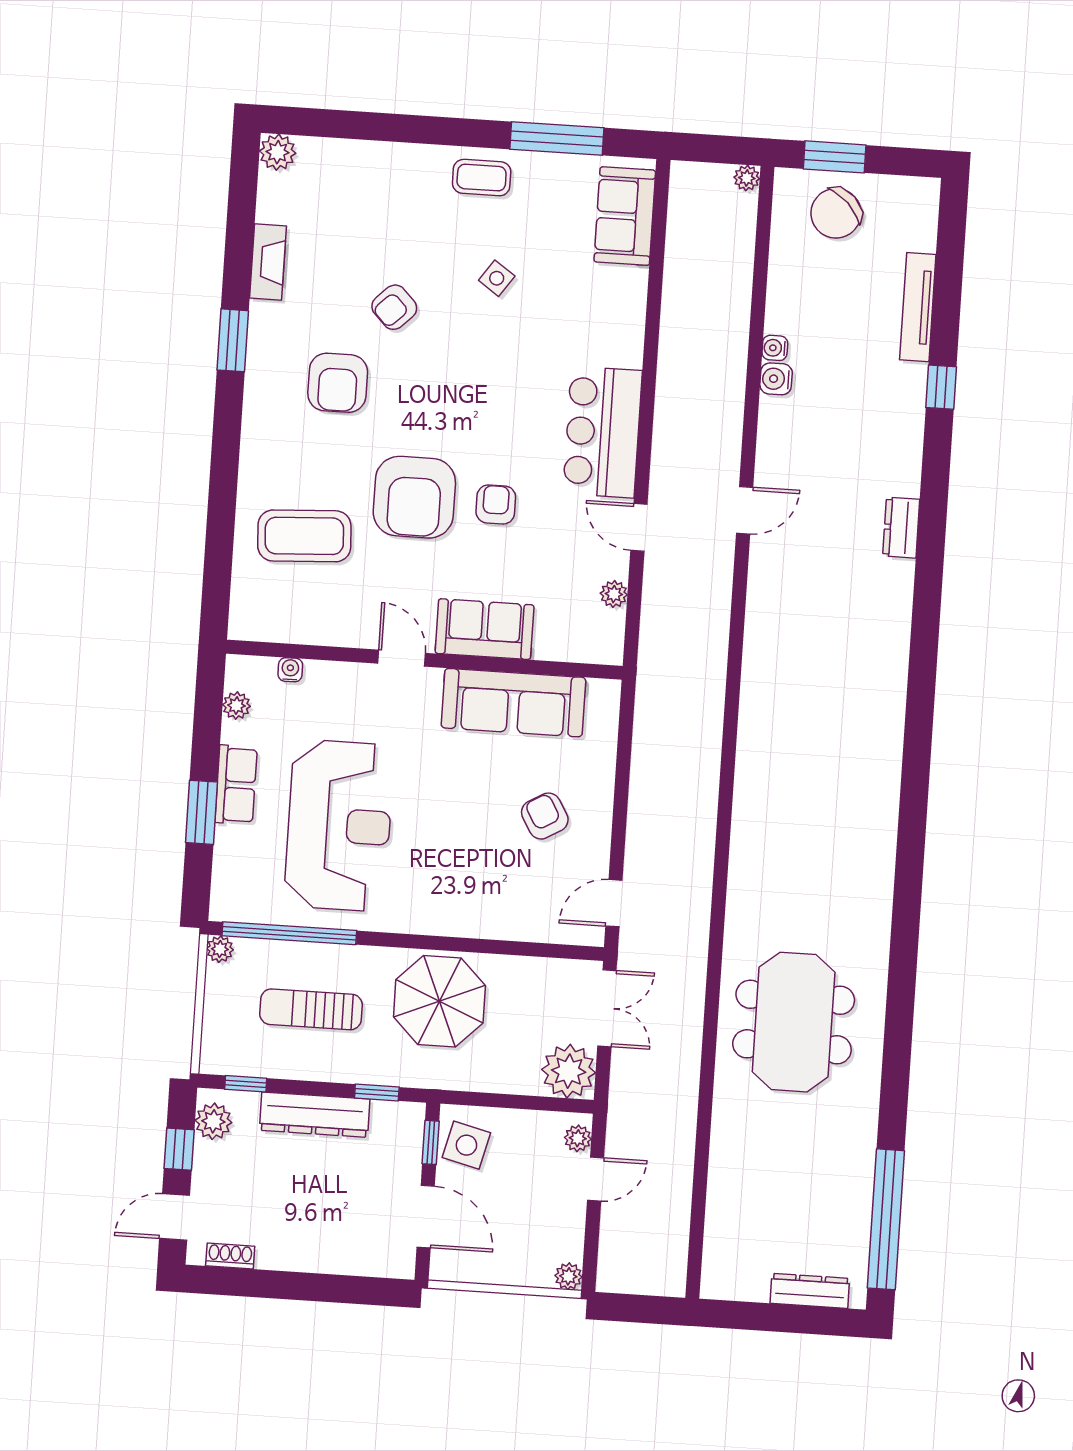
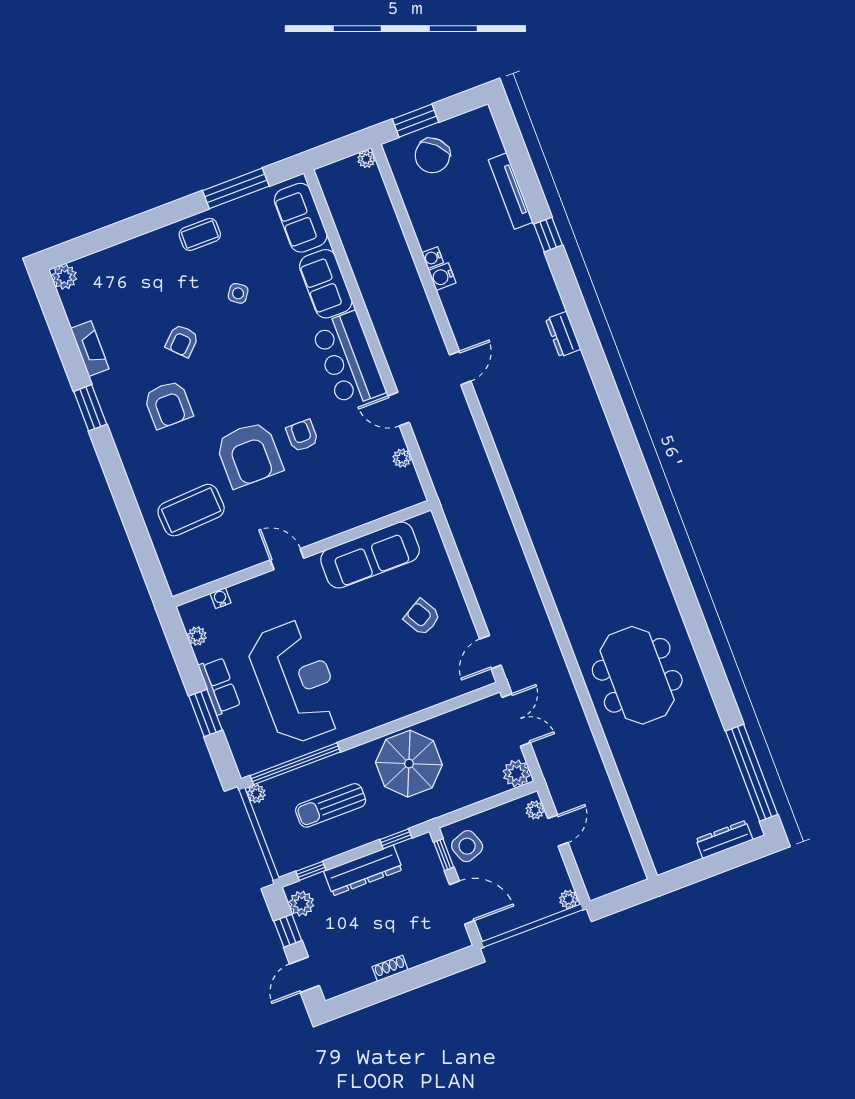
sofa: (485, 629) -> (326, 284), moved, turned -90
plant: (569, 1071) -> (516, 773), width x0.73, depth x0.73
side table: (466, 1145) -> (467, 846), turned -34
shoe rack: (230, 1256) -> (390, 968), moved

